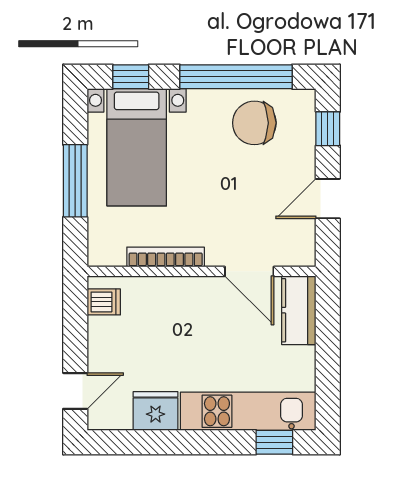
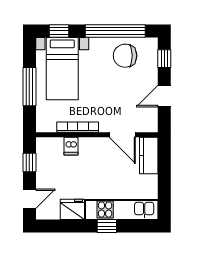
dishwasher: (104, 302) -> (71, 146), moved, turned 90
window: (75, 323) -> (29, 163), added
window: (274, 442) -> (107, 226), moved

